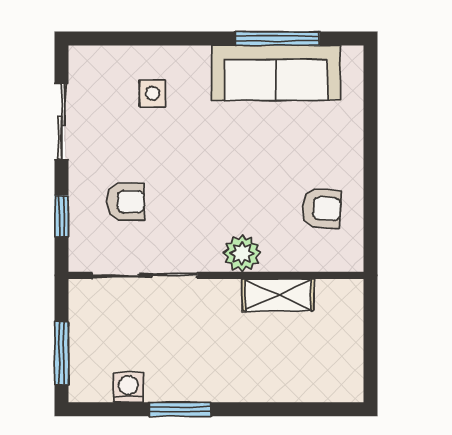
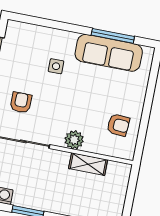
side table: (153, 93) -> (56, 66), moved
armchair: (126, 202) -> (21, 103), turned -90

